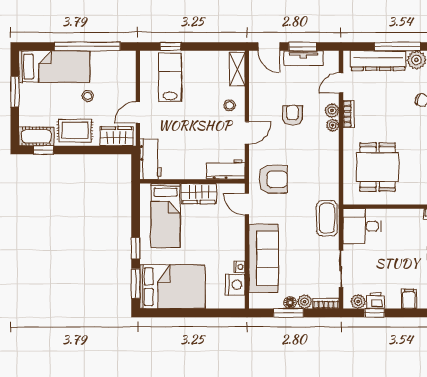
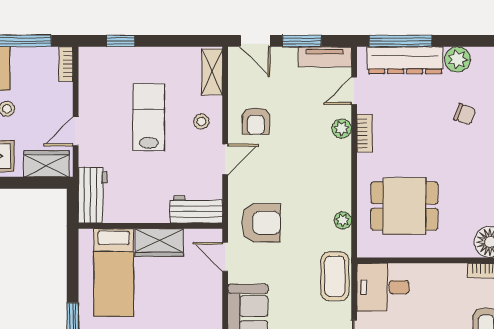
window: (397, 47) -> (401, 41), moved
tv unit: (303, 58) -> (325, 57), moved
bookcase: (131, 63) -> (66, 64), added
lab bench: (170, 77) -> (149, 117), moved
armchair: (292, 115) -> (256, 121), moved, turned 180
plant: (333, 125) -> (343, 220), moved
dining table: (378, 167) -> (404, 206), turned 90

